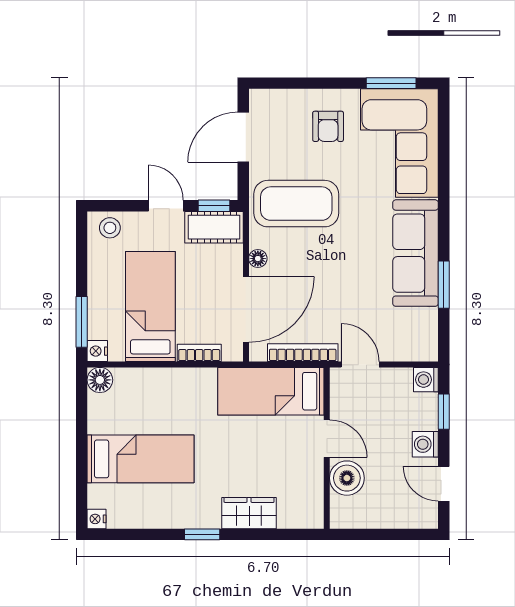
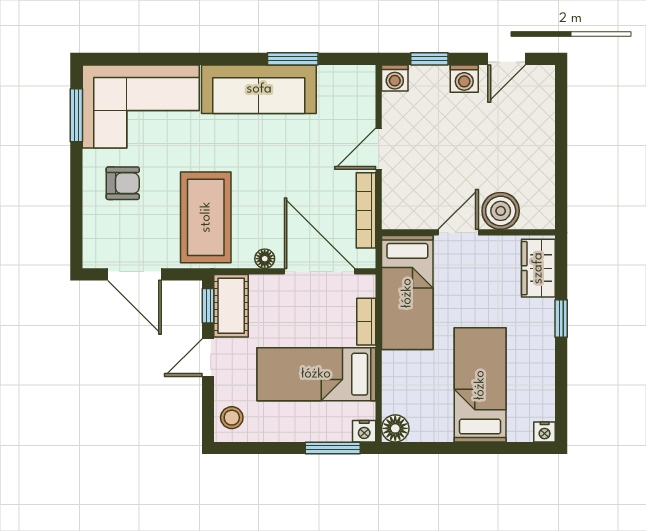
bed: (271, 391) -> (407, 293), moved
door: (327, 439) -> (458, 232), moved
wall: (327, 448) -> (468, 232), moved
boiler: (347, 478) -> (501, 211), moved

